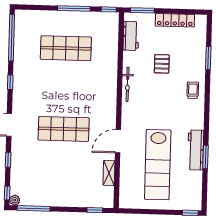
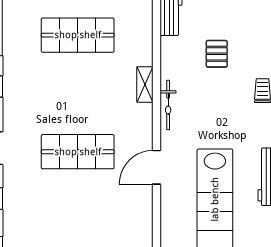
bicycle: (128, 84) -> (168, 105), moved
shelving: (109, 173) -> (145, 84), moved

